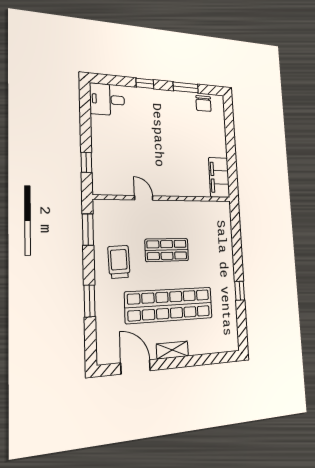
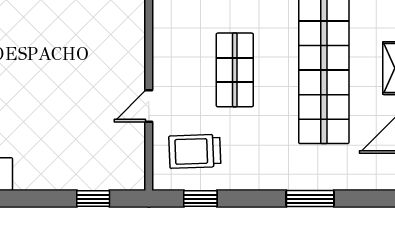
window: (88, 230) -> (200, 199), width x0.67
trolley: (119, 262) -> (195, 151), moved

